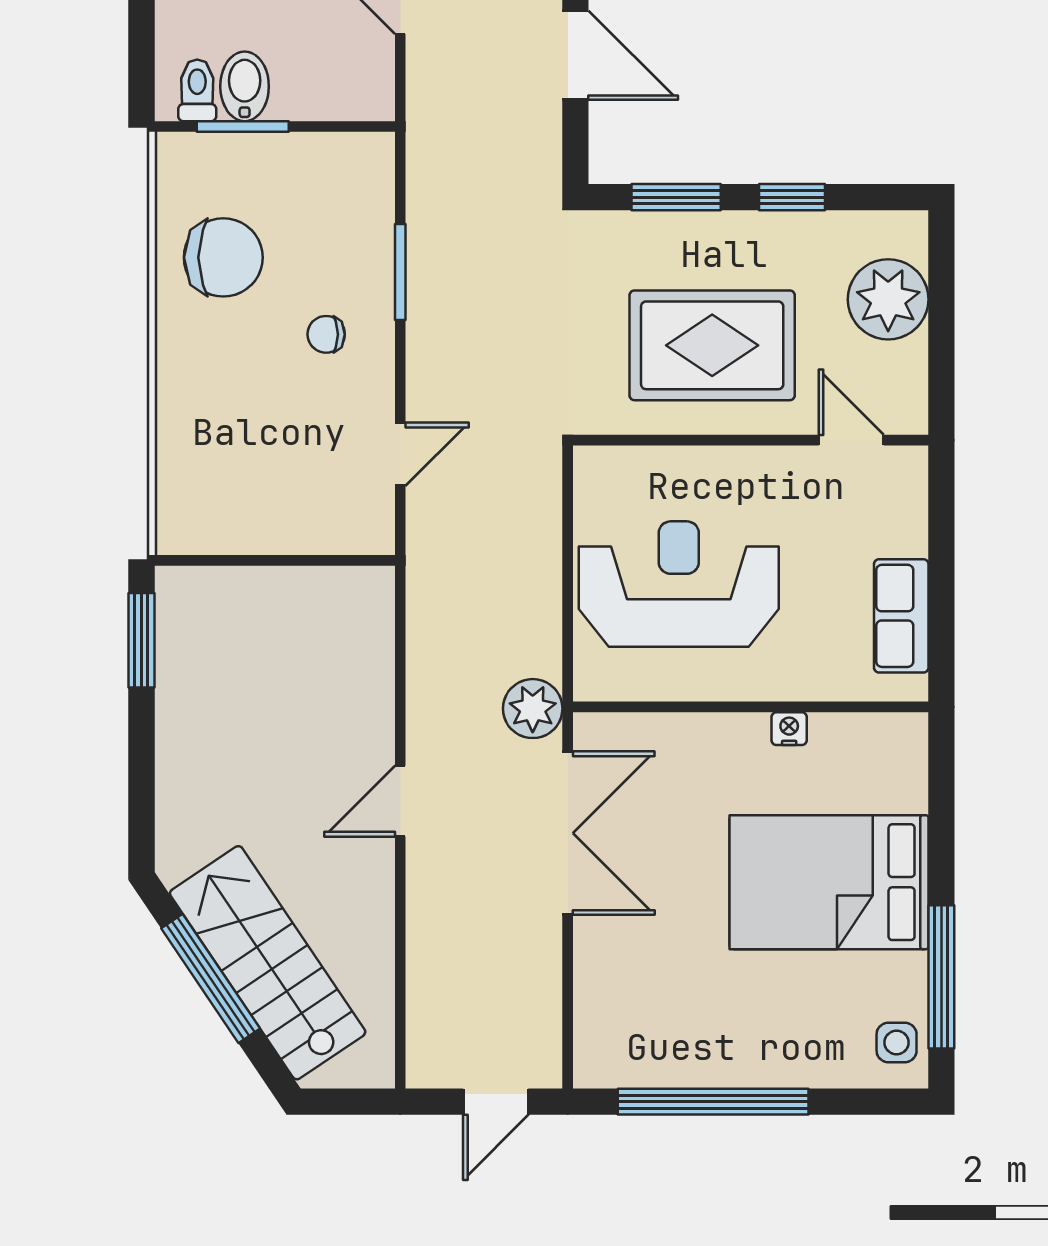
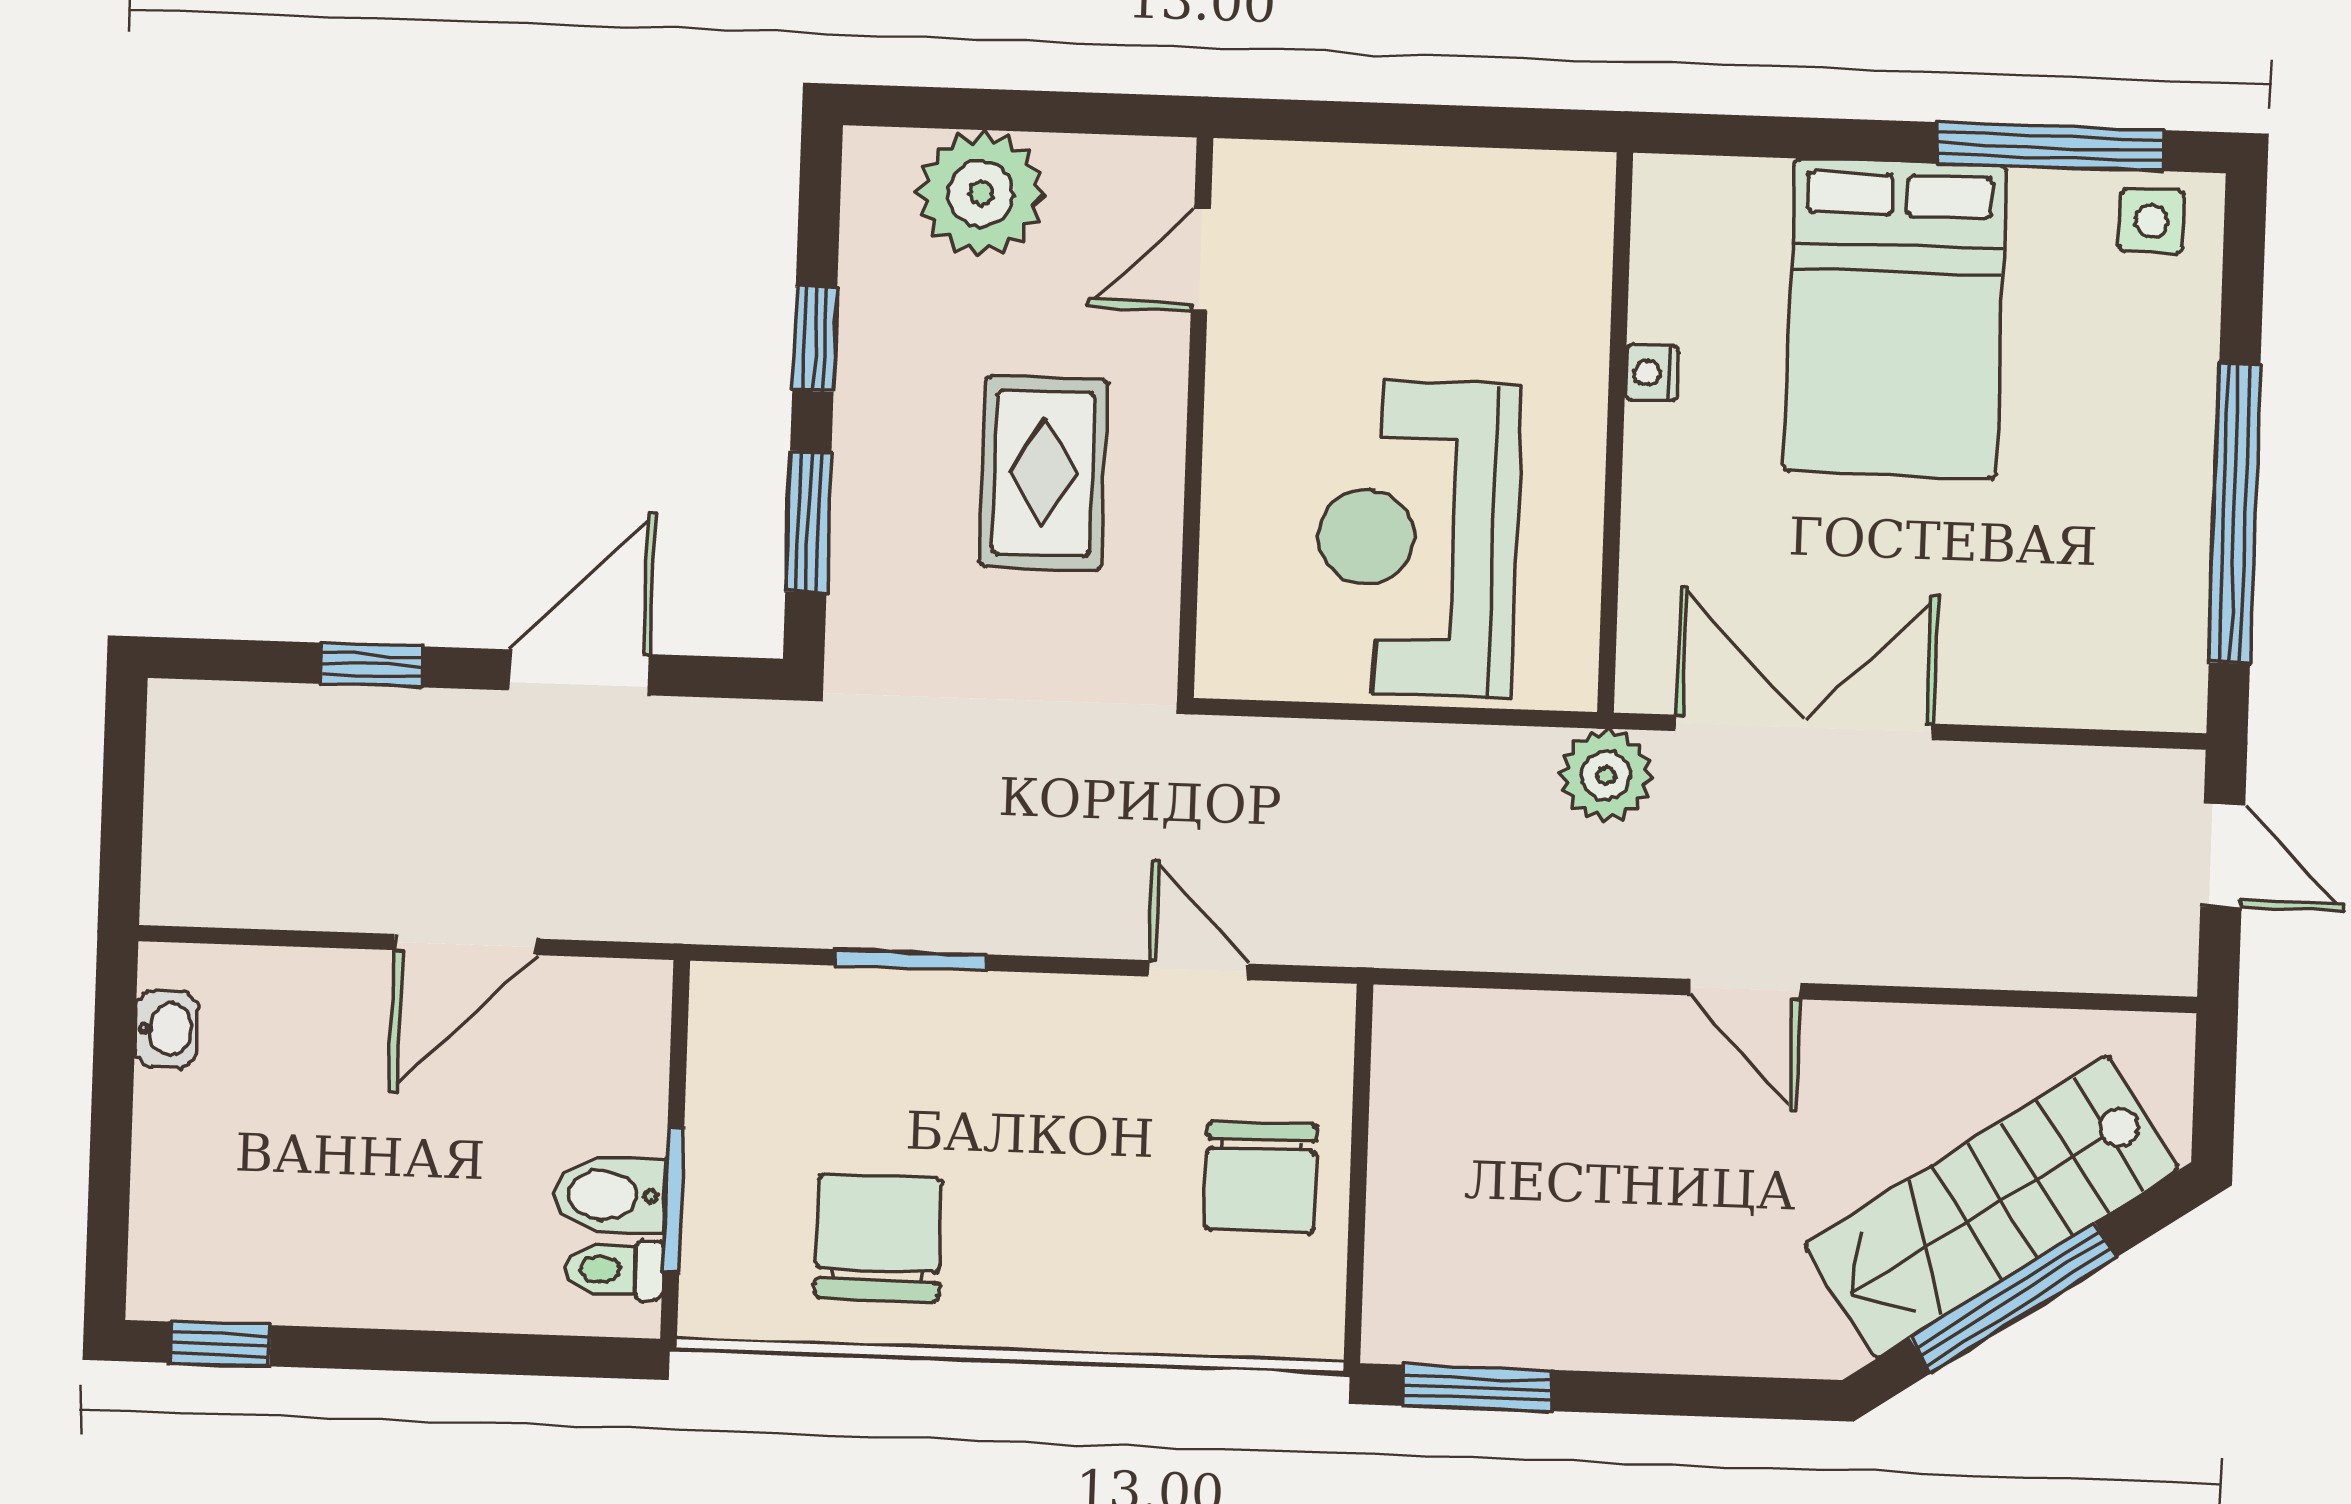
chair: (326, 334) -> (1261, 1177), moved, width x1.87, depth x1.87
rug: (712, 345) -> (1044, 473), width x0.73, depth x0.70
row of seats: (901, 616) -> (1480, 190), removed

